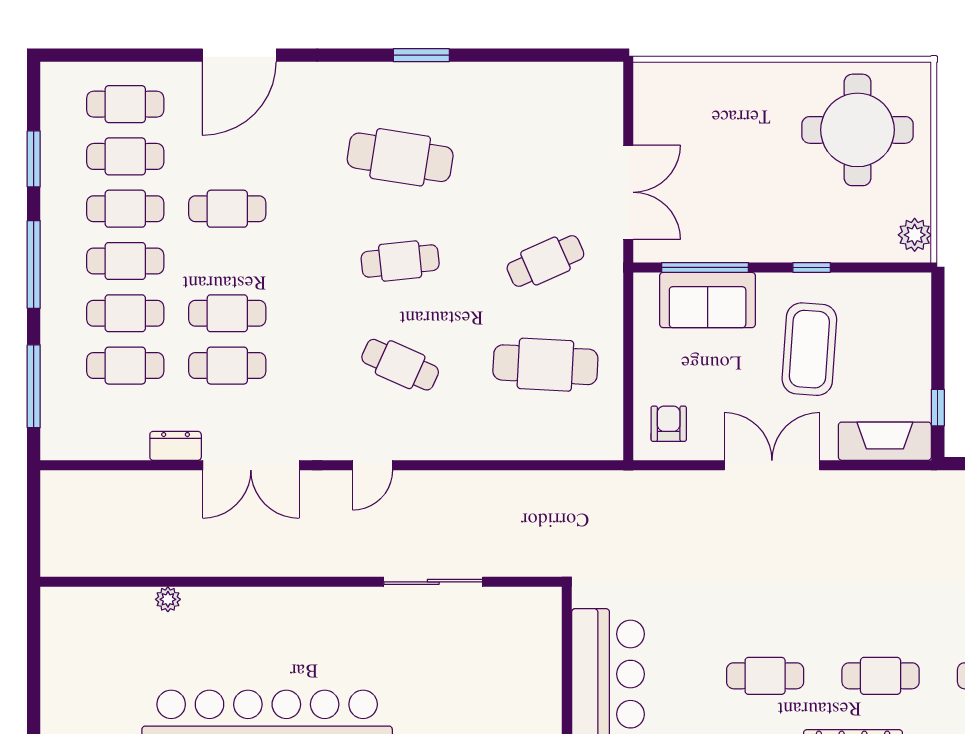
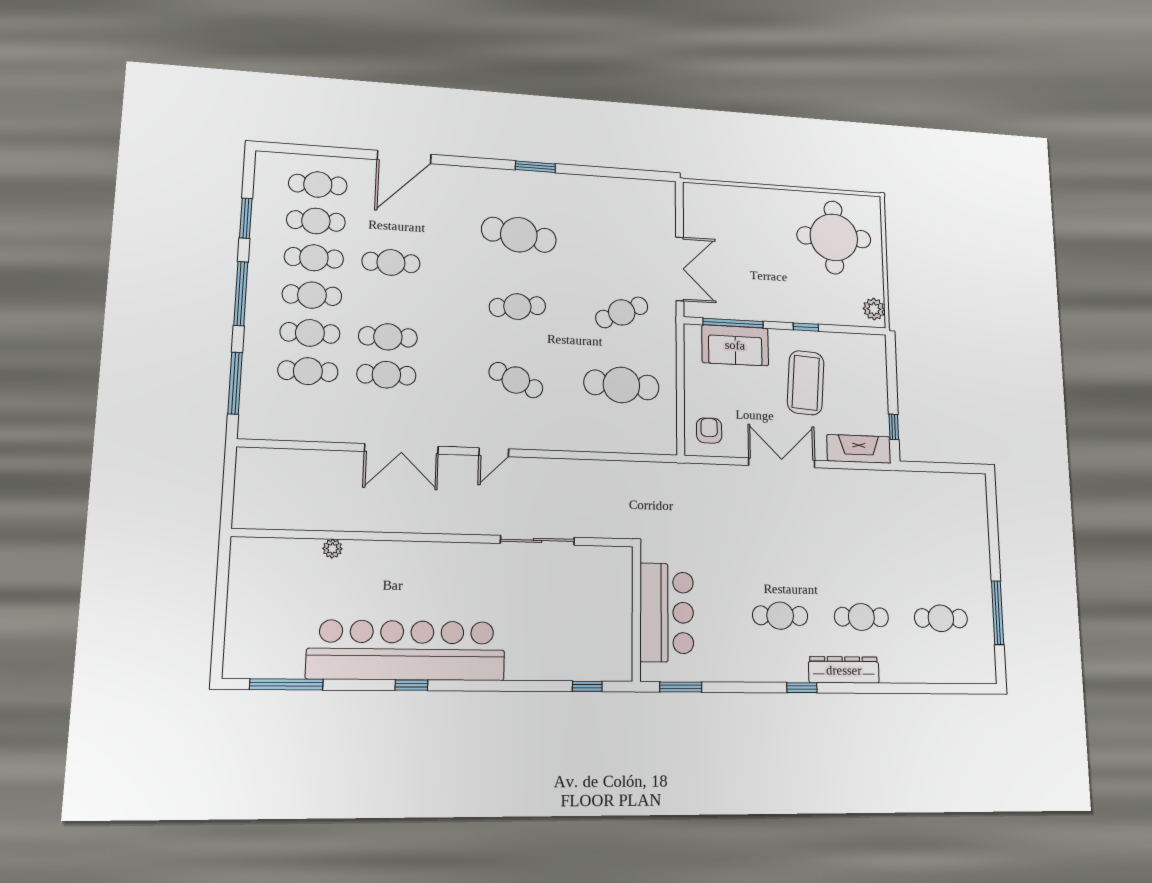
dresser: (176, 446) -> (344, 432), removed

